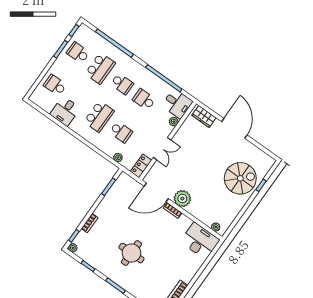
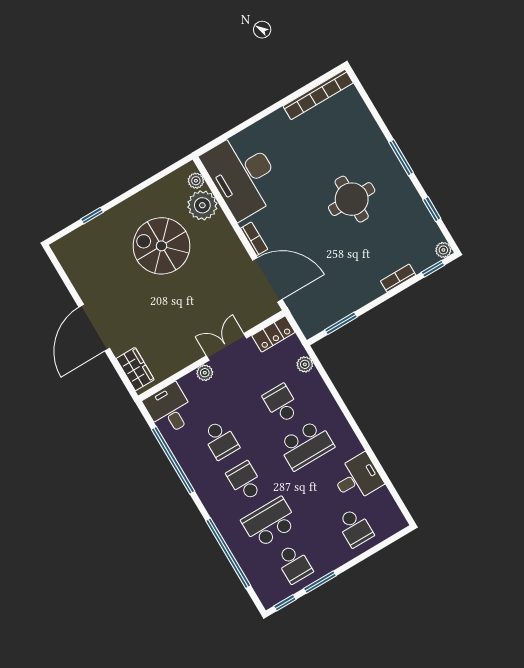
school desk: (99, 116) -> (306, 445), turned 180
plant: (174, 122) -> (205, 373), moved
spiral stairs: (240, 178) -> (161, 246), moved
plant: (182, 199) -> (202, 205), moved
desk: (200, 241) -> (243, 175), width x1.36, depth x1.30

